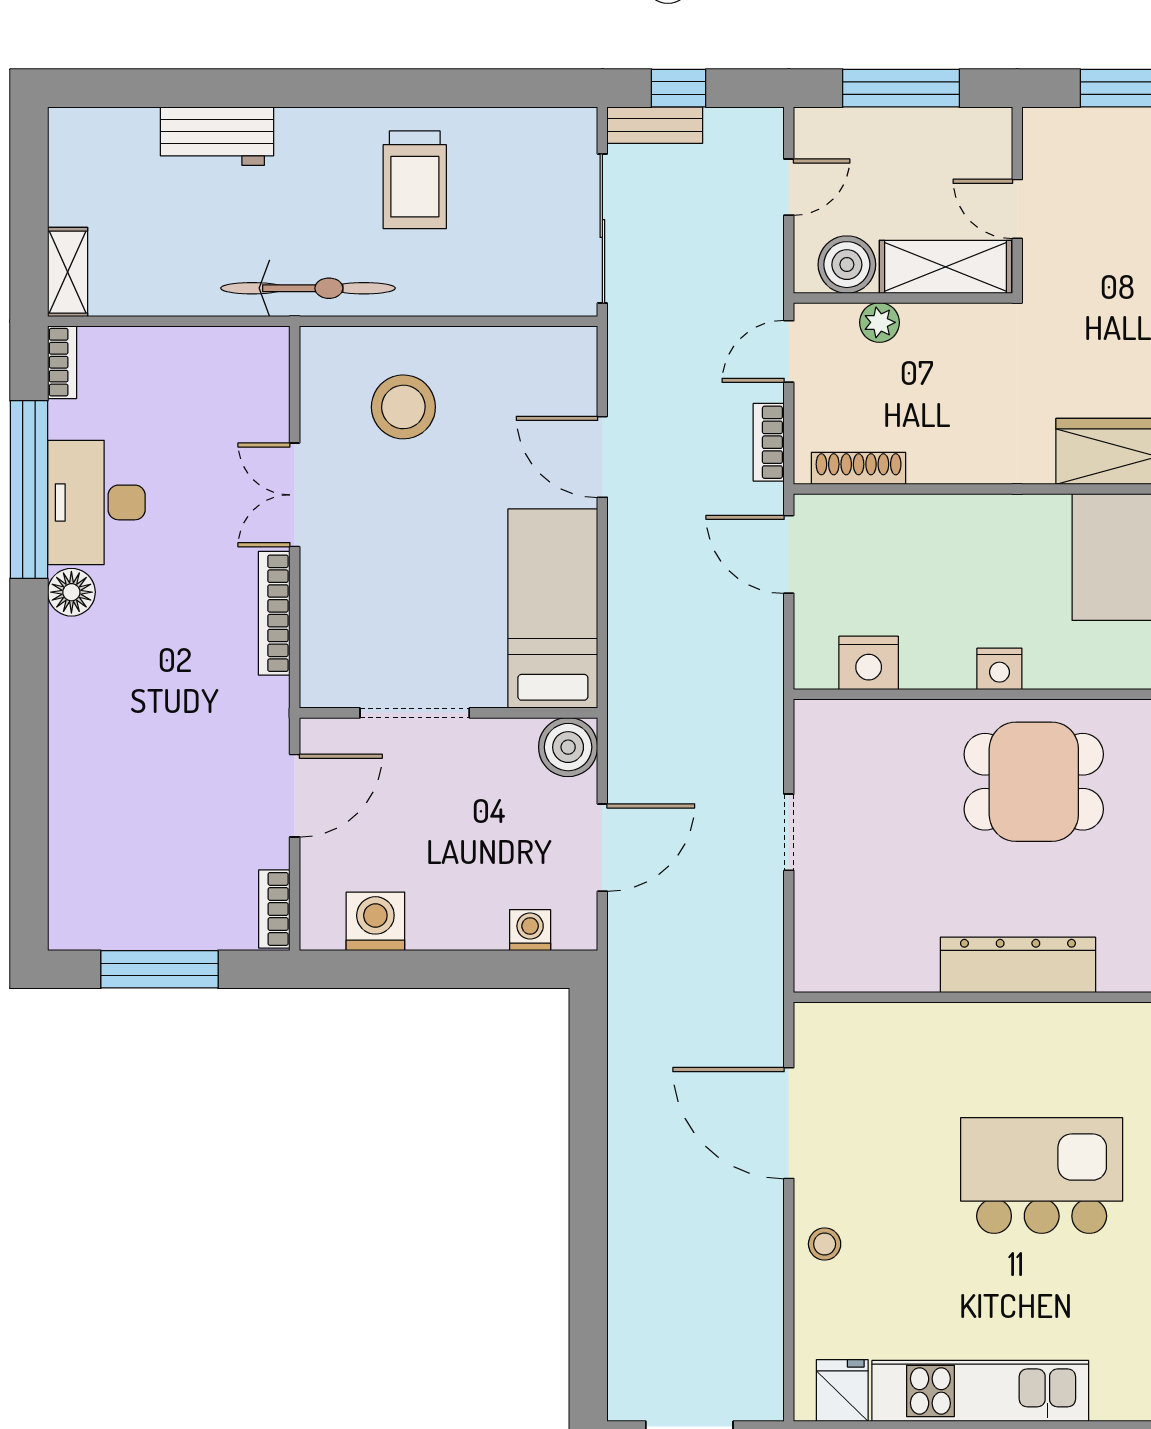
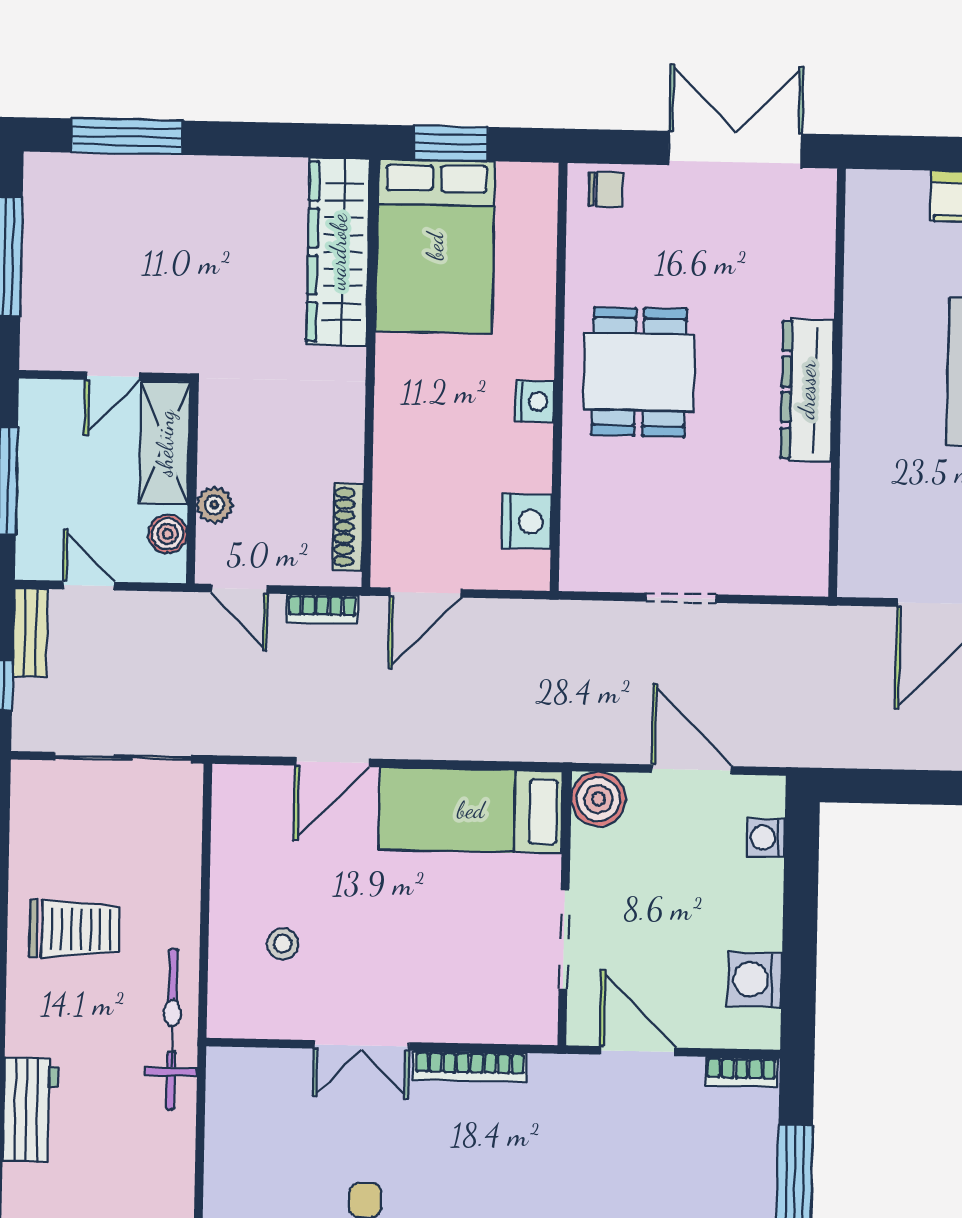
bench: (655, 125) -> (30, 633), moved
boiler: (847, 265) -> (168, 534), width x0.73, depth x0.73
stool: (403, 407) -> (283, 944), width x0.53, depth x0.53

